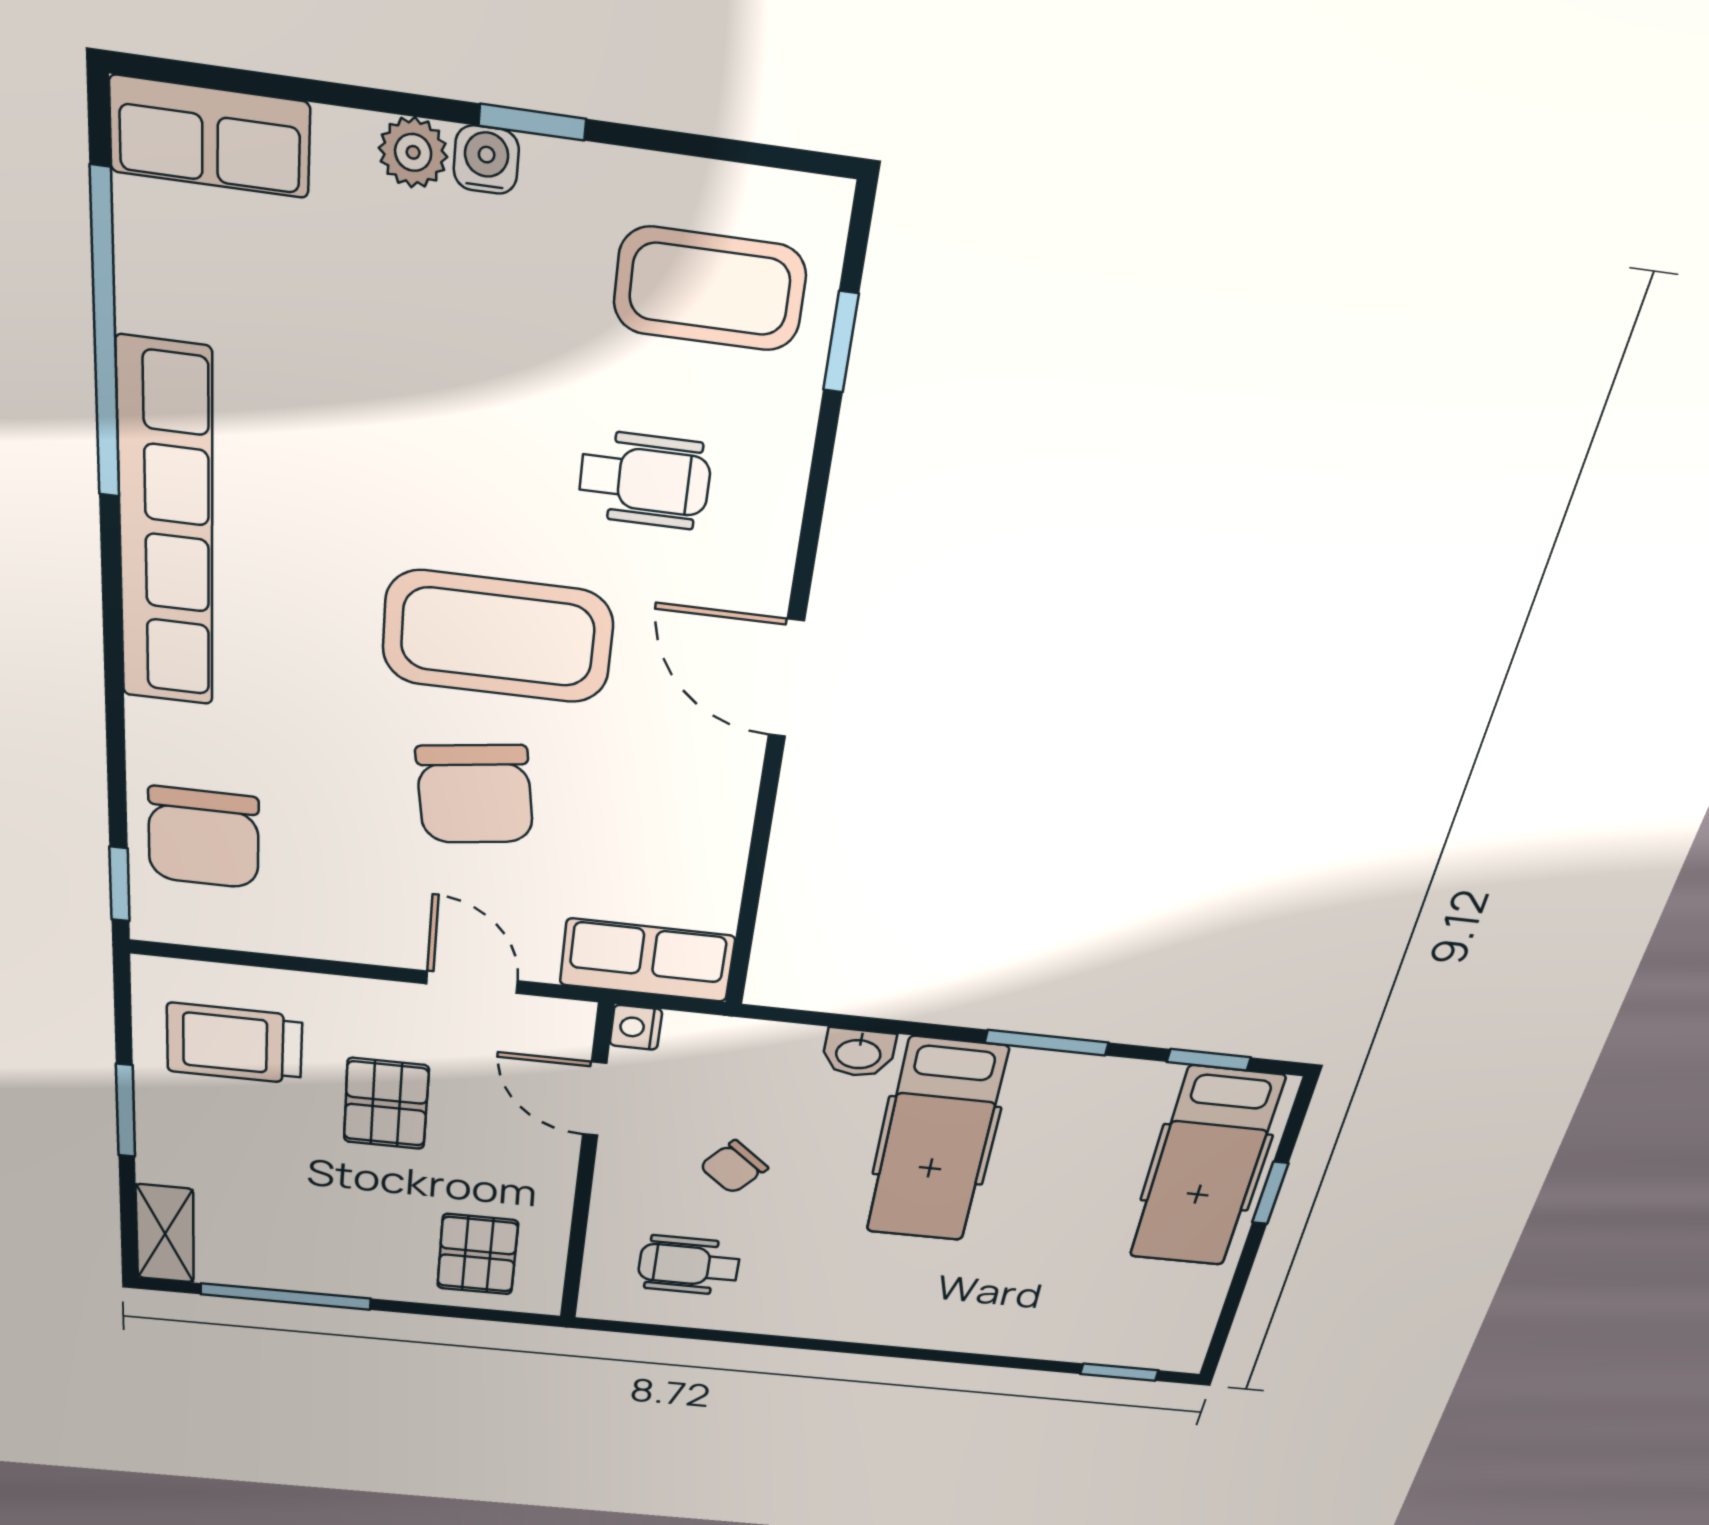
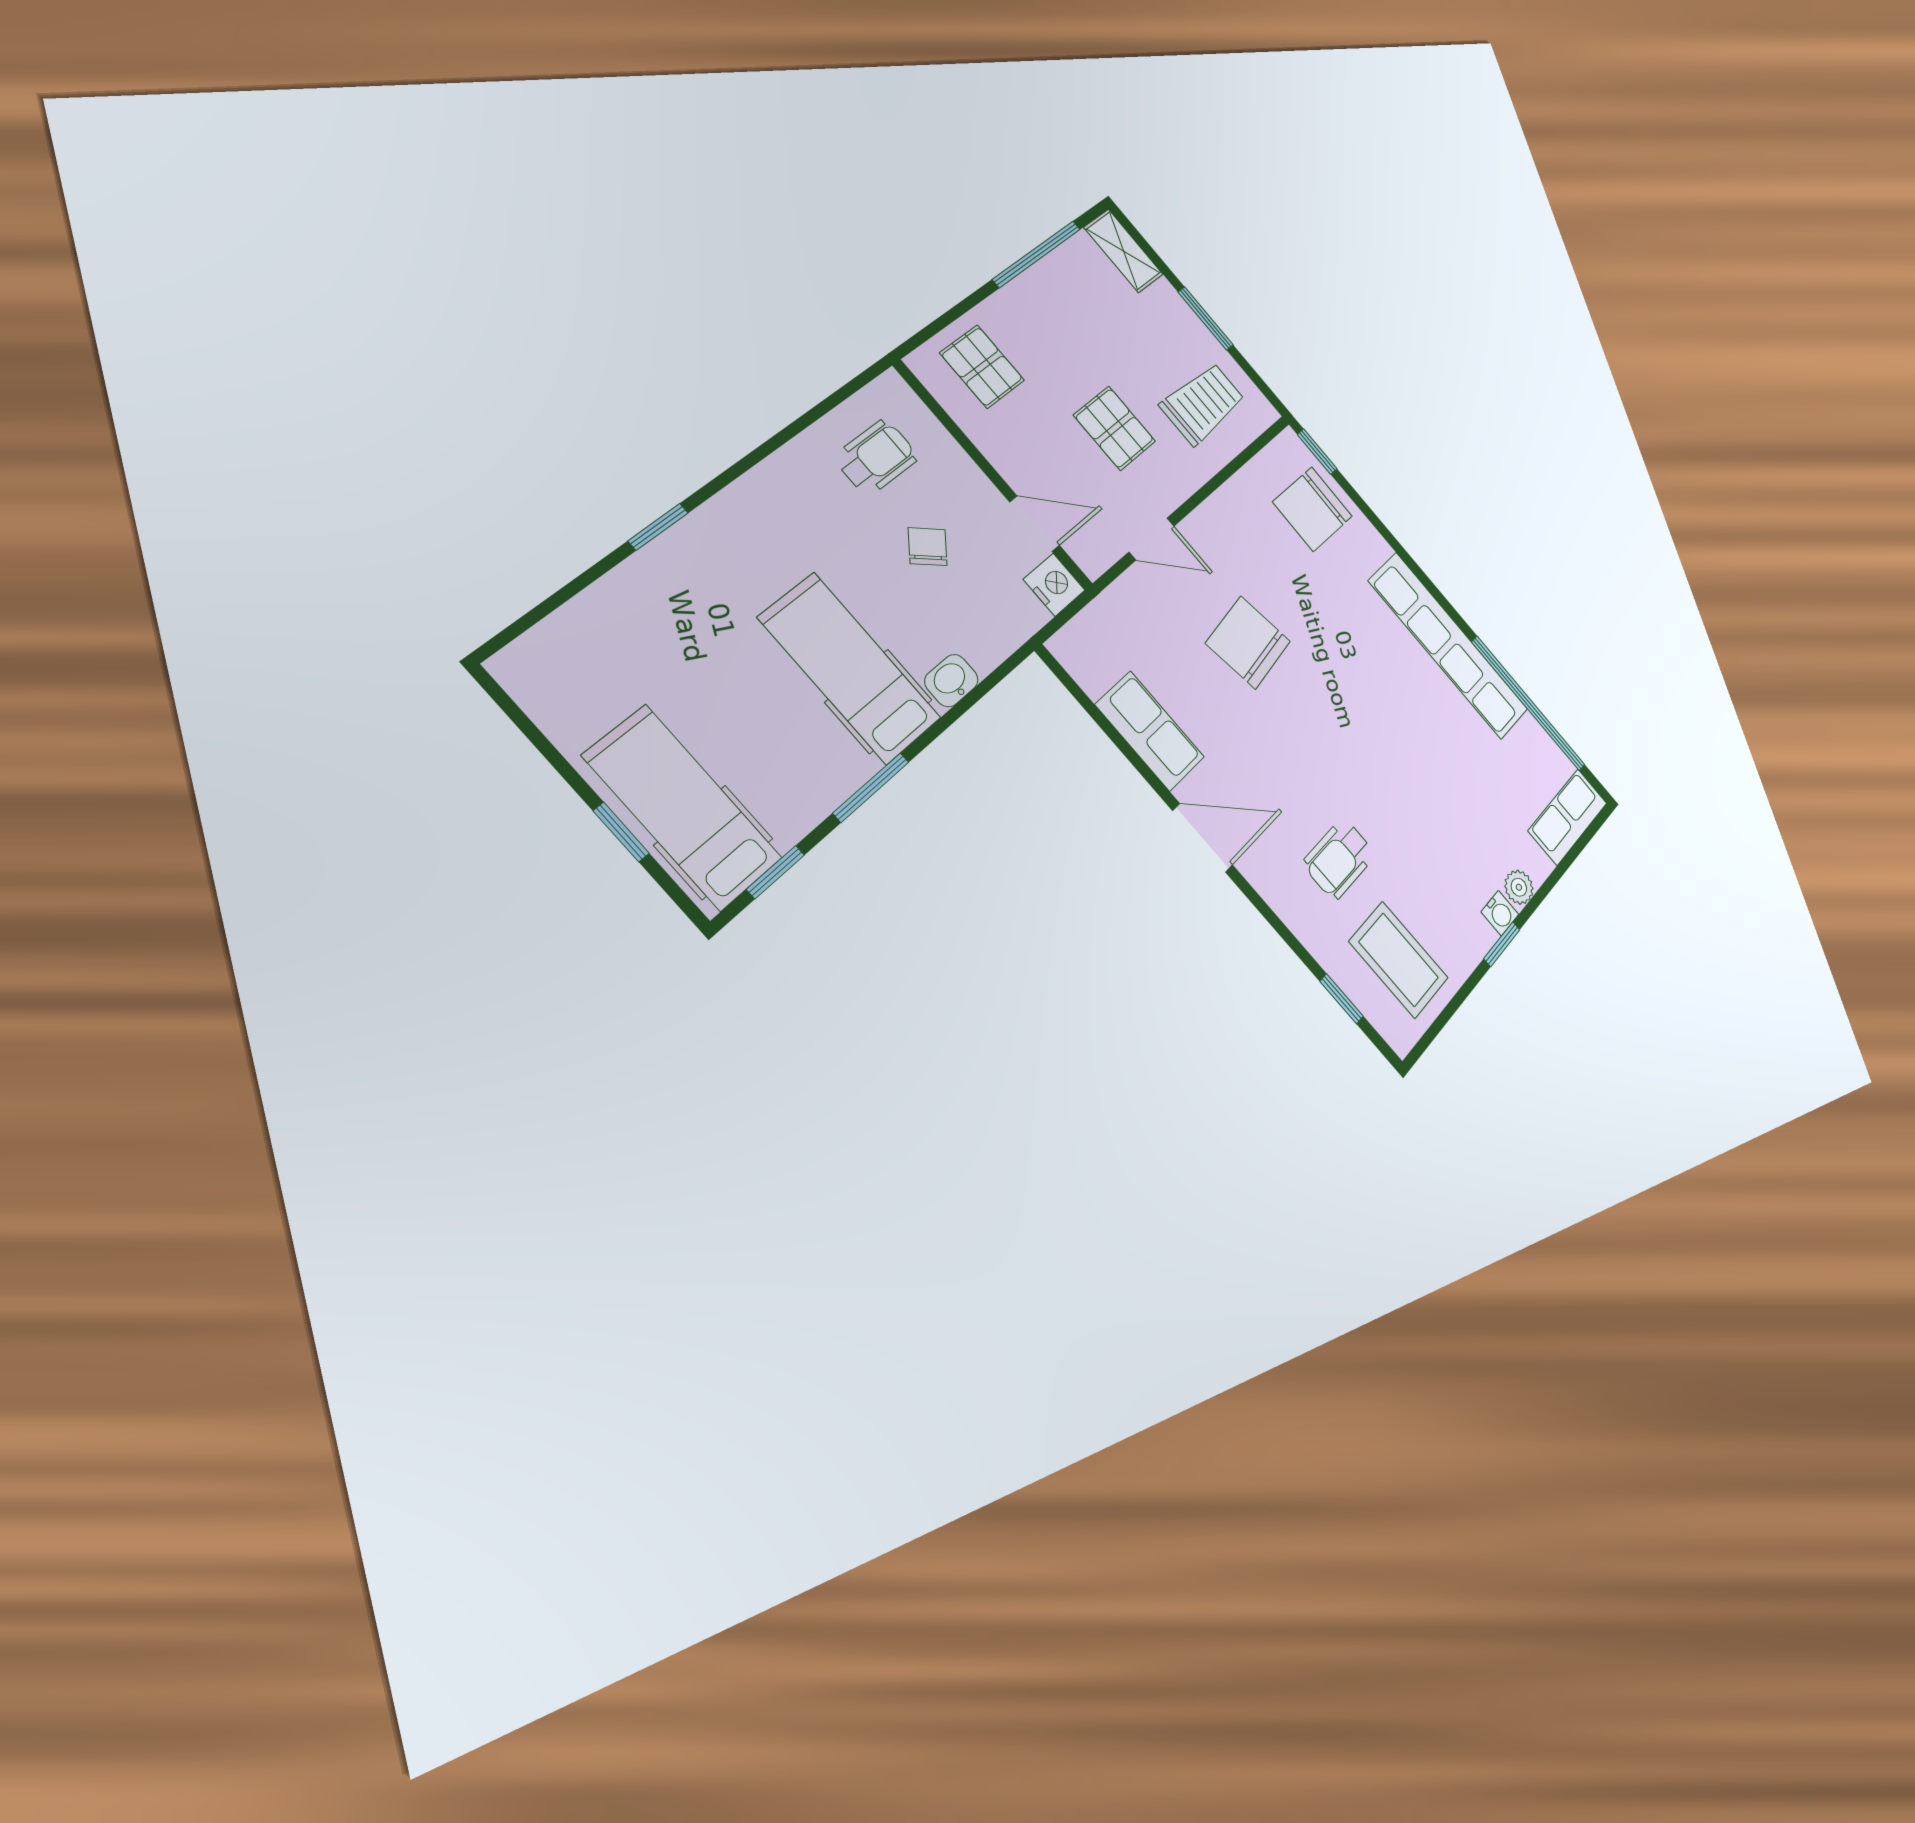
coffee table: (710, 289) -> (1399, 960), turned 90
coffee table: (498, 637) -> (1314, 728), removed
chair: (204, 838) -> (1313, 509), turned -89
row of seats: (647, 960) -> (1150, 731), moved, turned -90
nightstand: (636, 1027) -> (1054, 585), width x1.39, depth x1.35
window: (1119, 1372) -> (658, 527), moved

